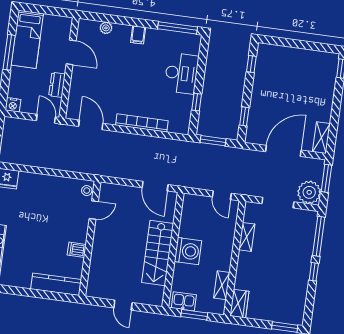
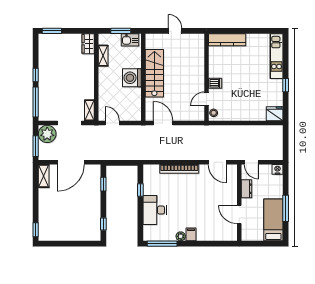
plant: (106, 28) -> (181, 236), moved
window: (213, 141) -> (124, 163), removed
shelving: (247, 237) -> (89, 110), moved
dishwasher: (77, 250) -> (215, 83), moved

